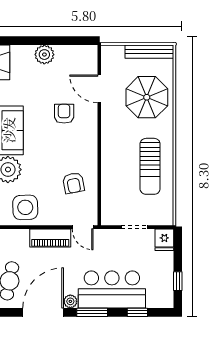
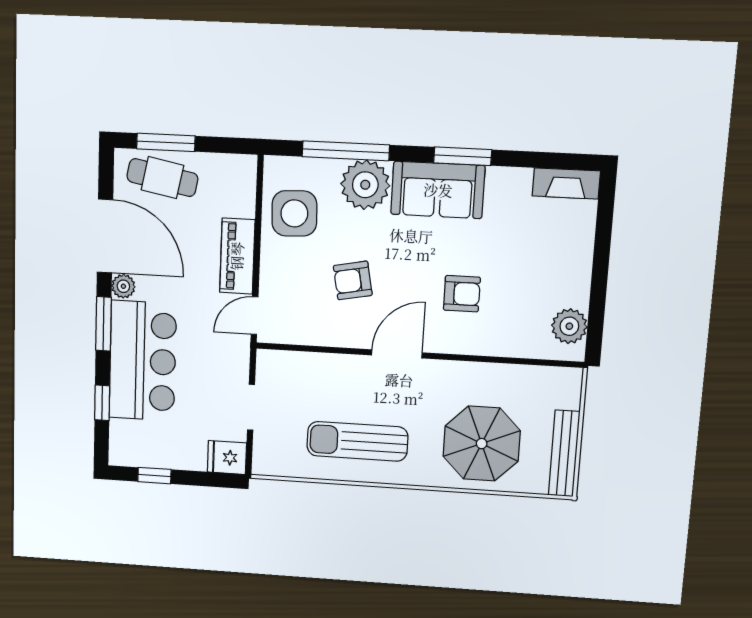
plant: (44, 55) -> (569, 326), moved
door: (99, 89) -> (397, 354), moved
armchair: (73, 183) -> (353, 280), moved

